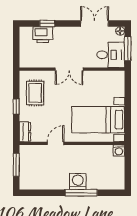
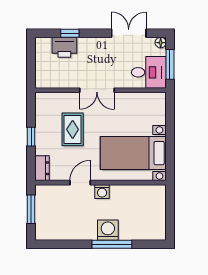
rug: (35, 93) -> (73, 129), moved
washing machine: (119, 151) -> (102, 192), moved

